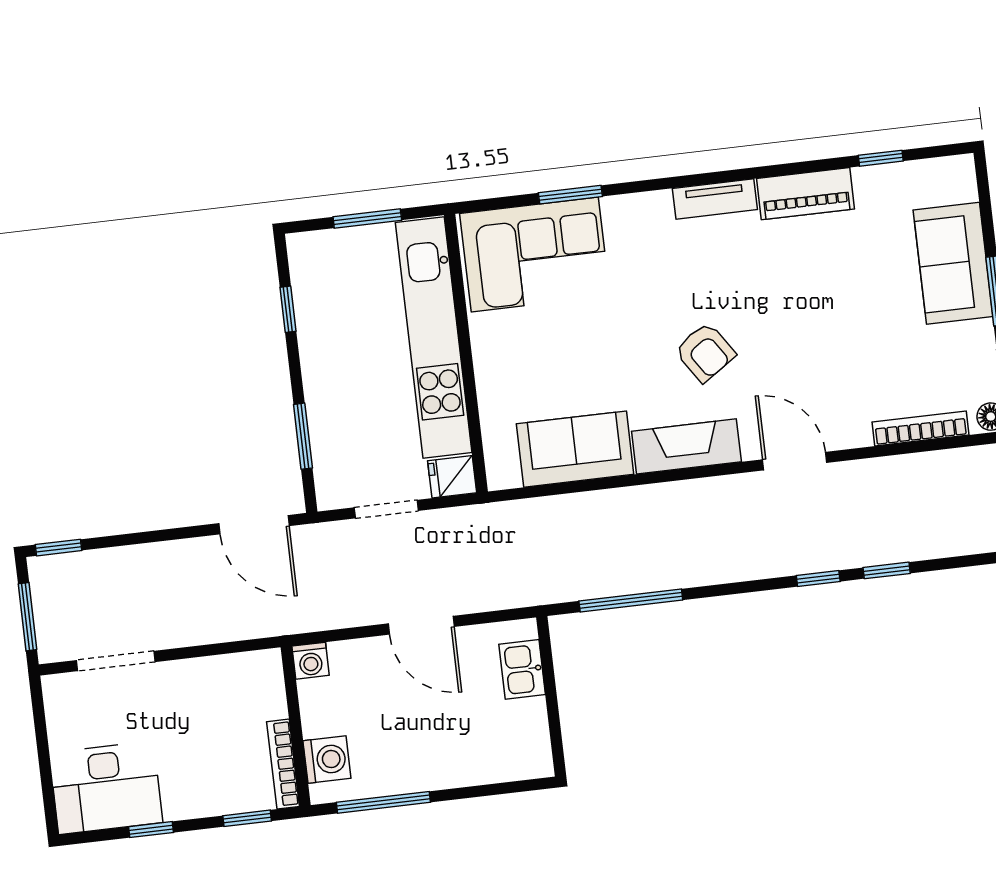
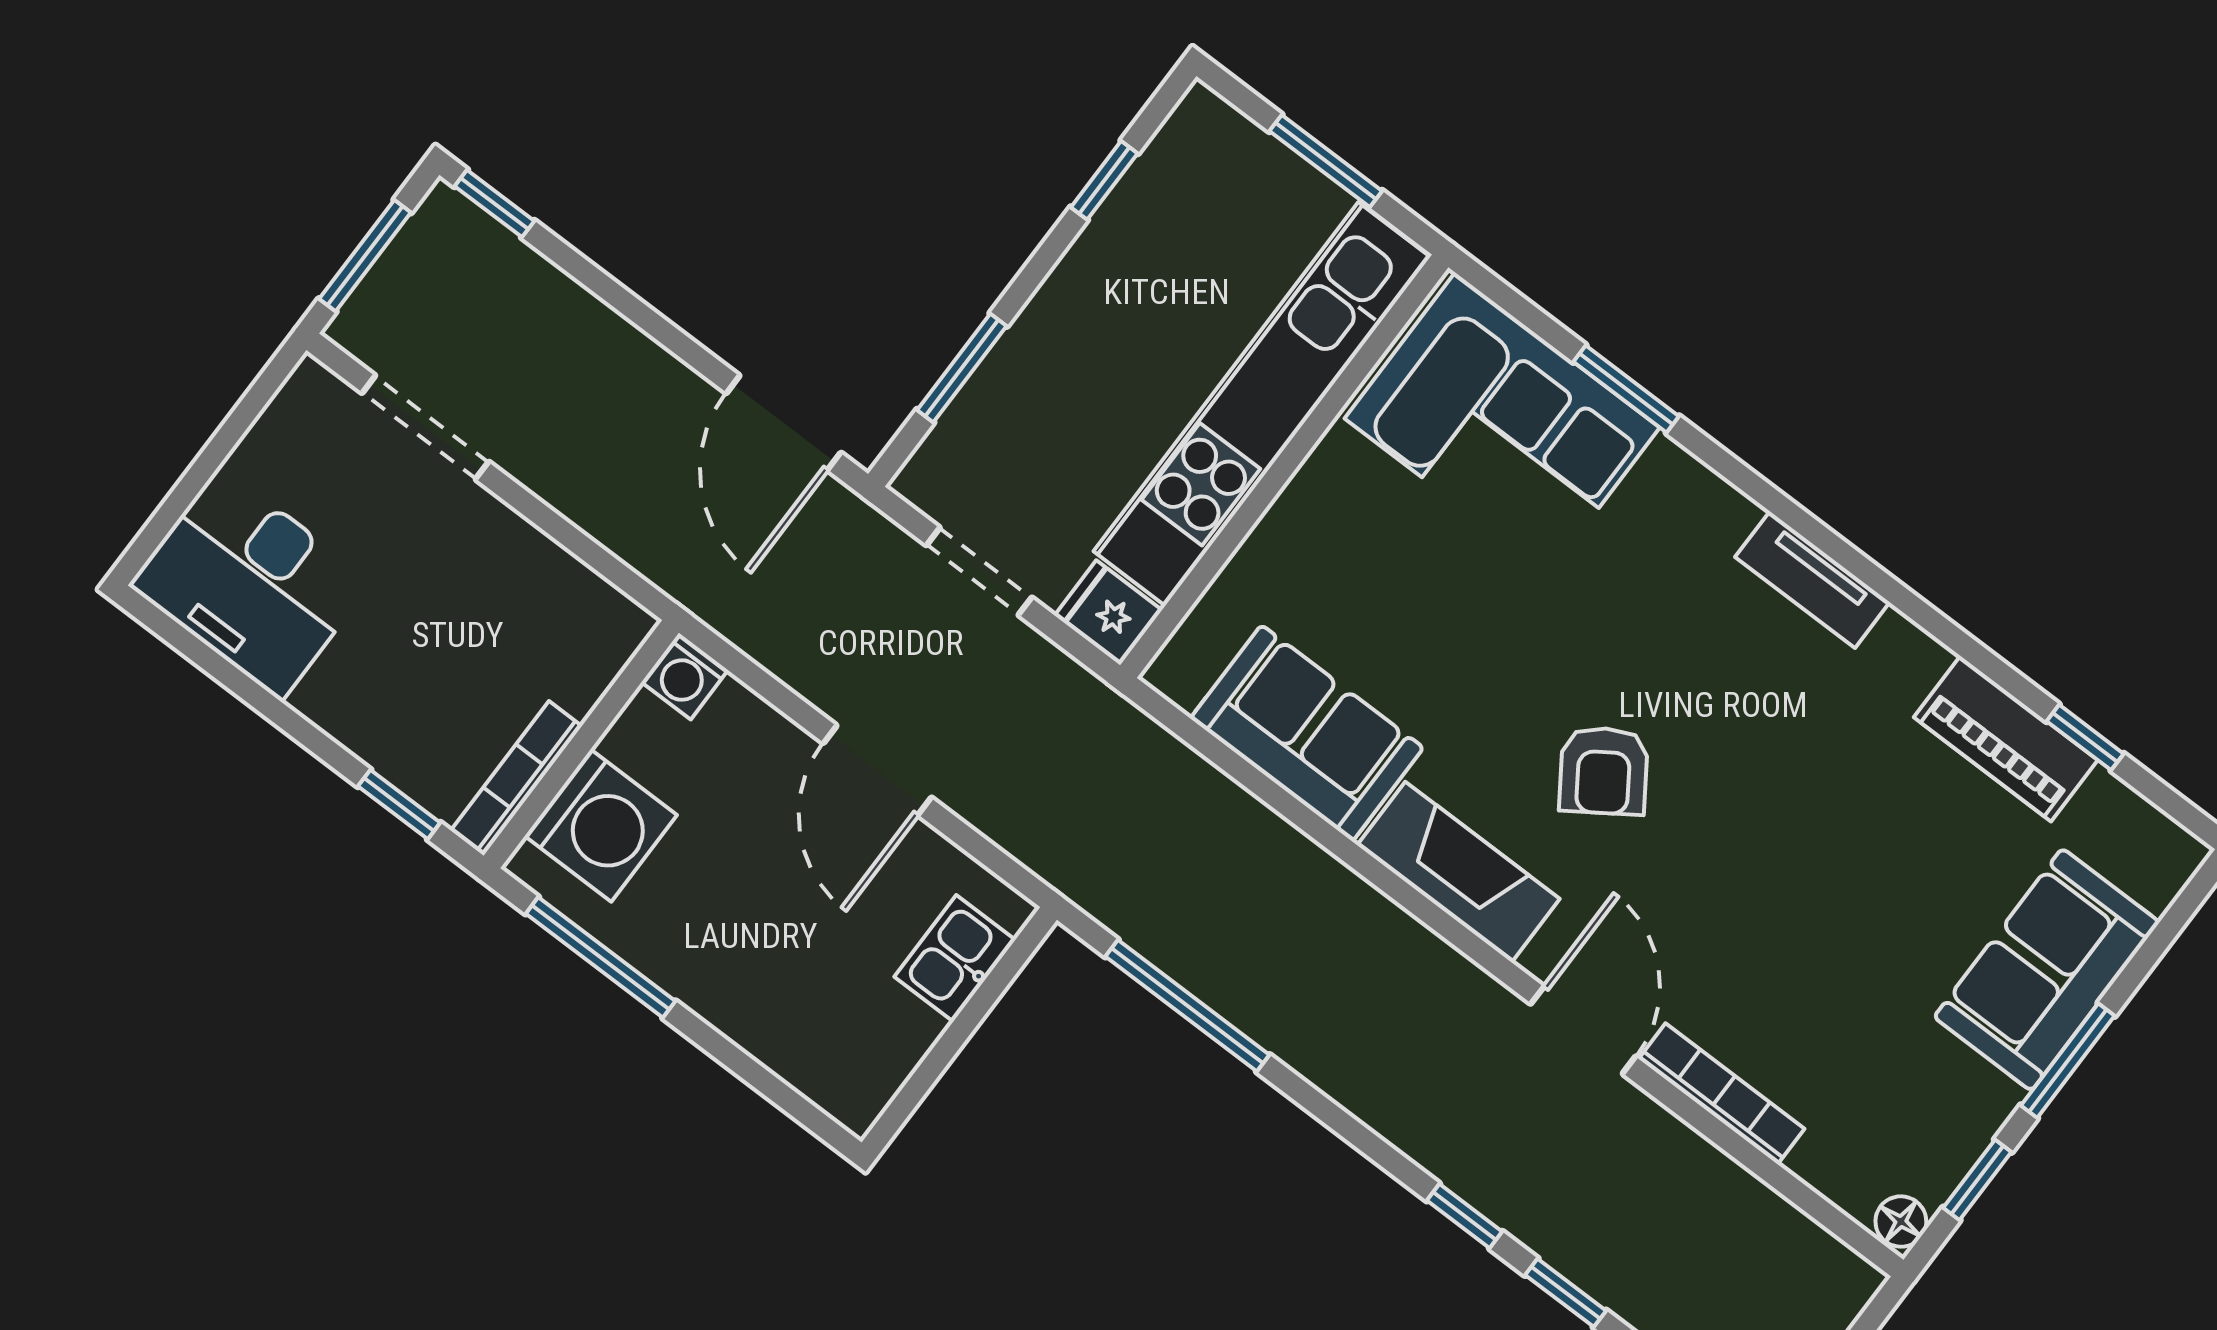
piano: (806, 194) -> (2006, 739), moved
bookcase: (920, 429) -> (1721, 1094), moved
washing machine: (327, 760) -> (601, 826), width x1.37, depth x1.37
window: (151, 830) -> (257, 697), removed

